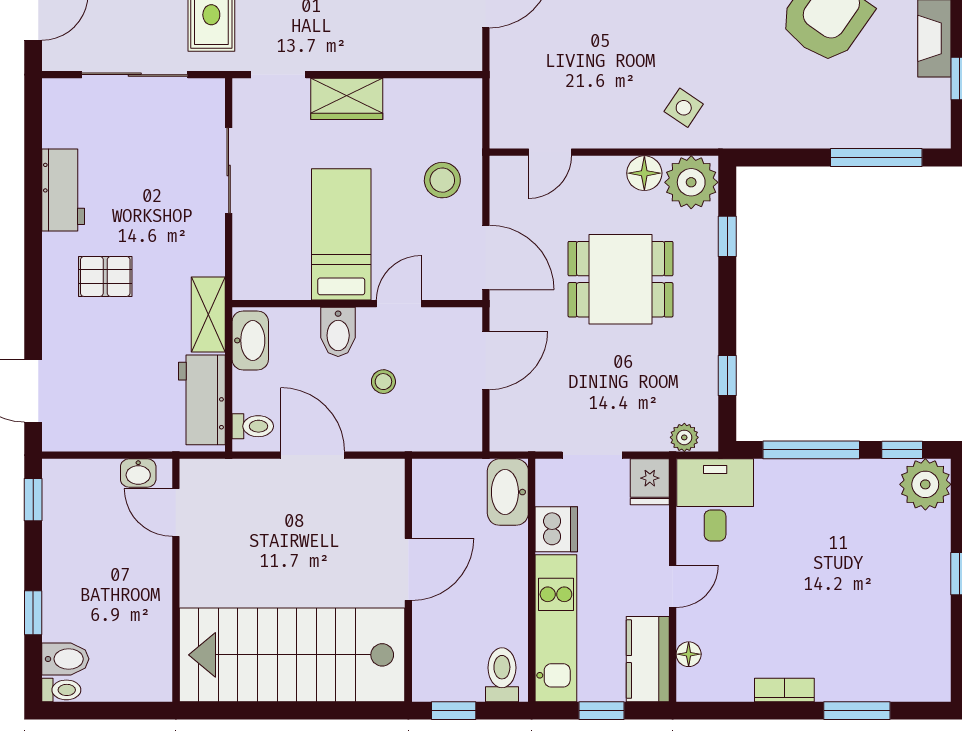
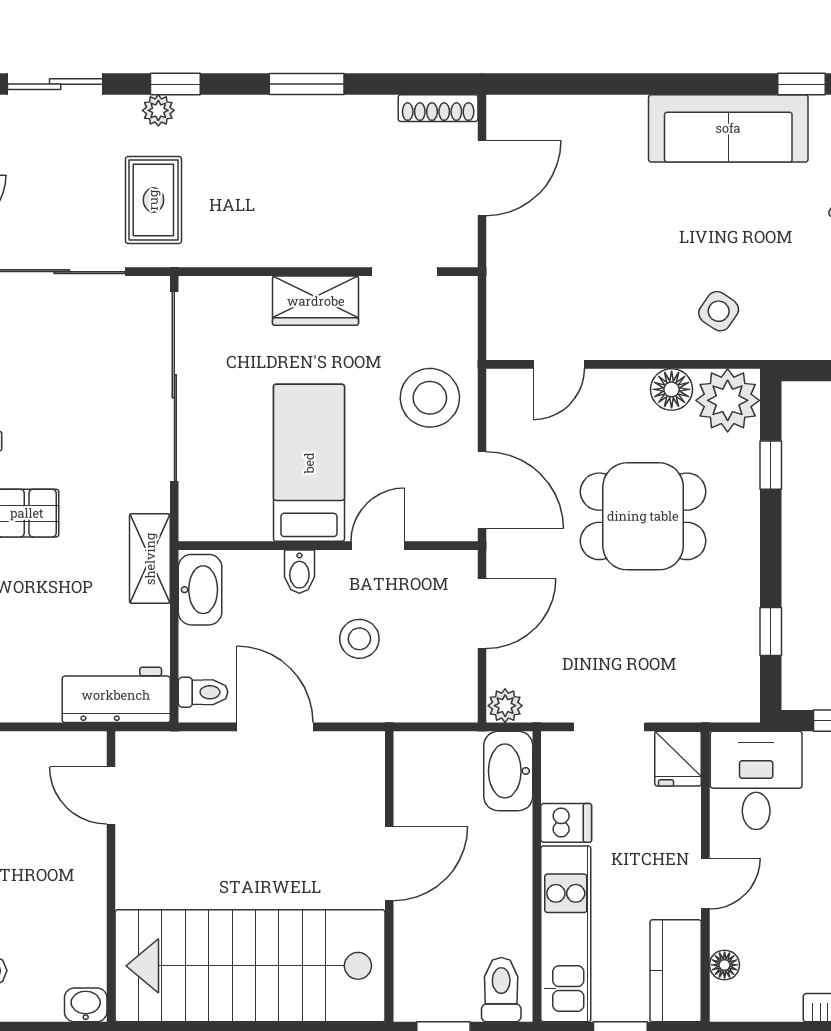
doorway: (278, 75) -> (404, 272), moved
sliding door: (229, 171) -> (174, 386), width x1.86
stool: (442, 180) -> (430, 398), width x1.38, depth x1.38
bidet: (338, 332) -> (299, 572), width x0.72, depth x0.74
stool: (383, 382) -> (359, 639), width x1.37, depth x1.37
workbench: (202, 400) -> (116, 695), moved, turned 90
plant: (684, 437) -> (505, 706), moved
washbasin: (138, 473) -> (86, 1005), moved, turned 180
dishwasher: (556, 529) -> (566, 823), width x0.73

